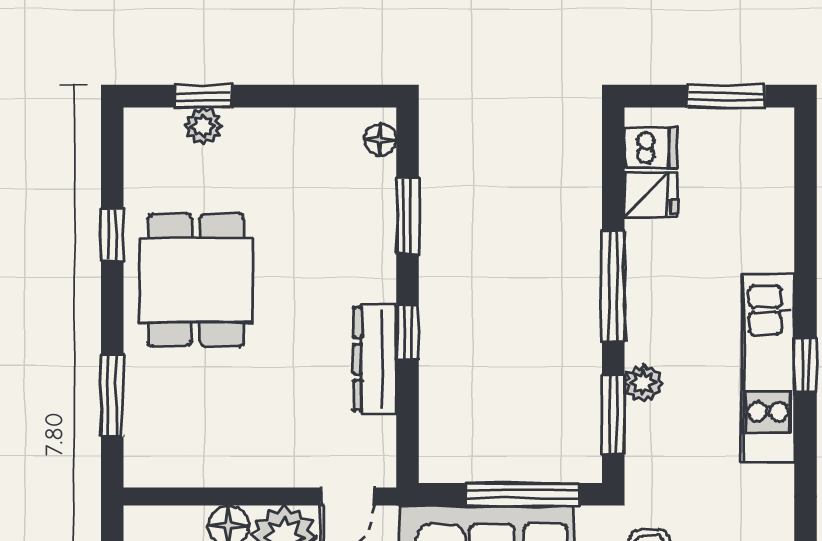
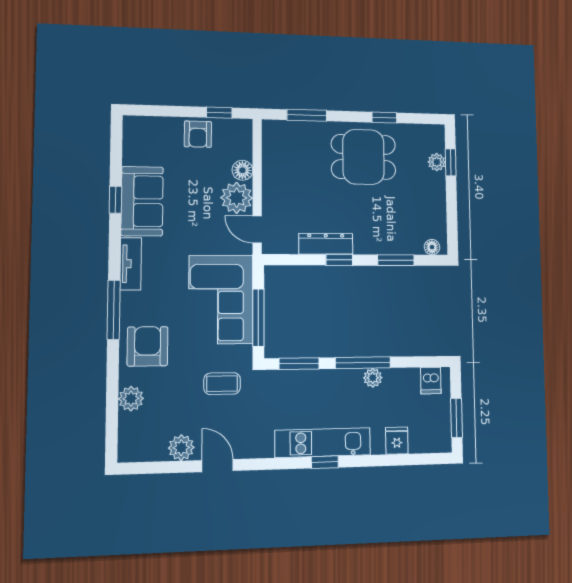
fridge: (651, 194) -> (397, 441), moved, turned 180
plant: (643, 383) -> (373, 378), moved

